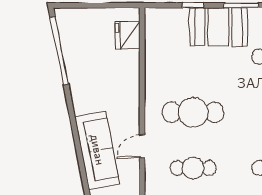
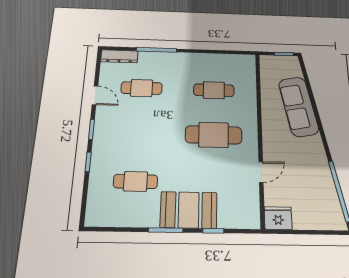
fridge: (128, 35) -> (278, 218), moved, turned -90
door: (142, 146) -> (261, 172), moved

